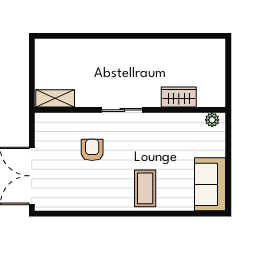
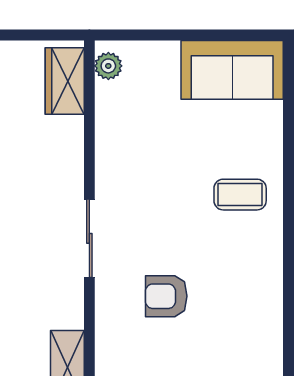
wardrobe: (179, 97) -> (65, 81), moved
coffee table: (145, 188) -> (240, 195), width x0.73, depth x0.77

